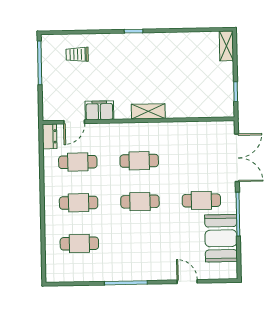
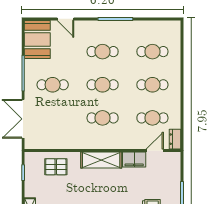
pallet: (195, 100) -> (56, 167), added
shelving: (148, 111) -> (101, 160), width x1.50, depth x1.33
booth: (221, 238) -> (37, 39), moved
cafe table: (141, 242) -> (103, 52), added

